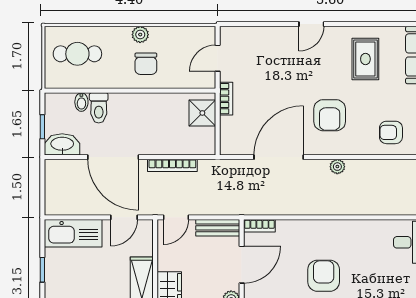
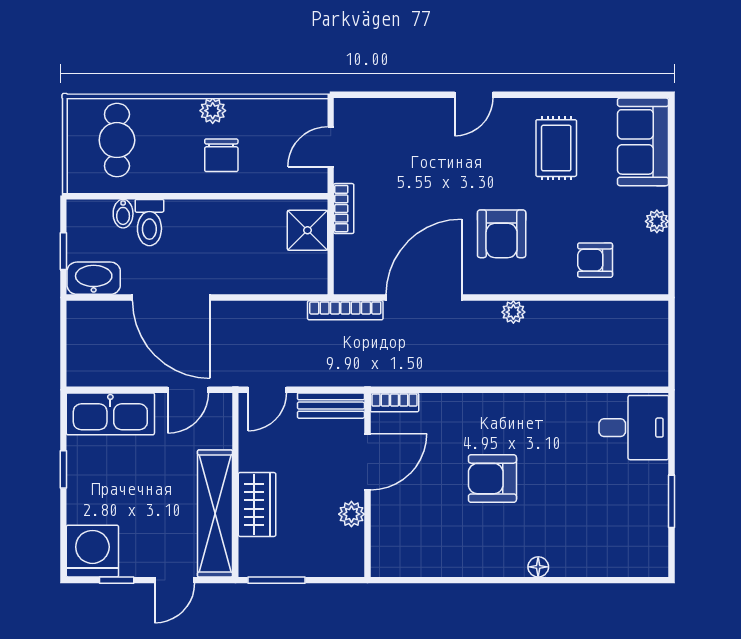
cafe table: (77, 54) -> (117, 140), turned 90
bookcase: (172, 165) -> (345, 310), moved
armchair: (324, 276) -> (492, 479), turned -90

